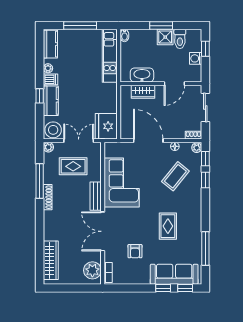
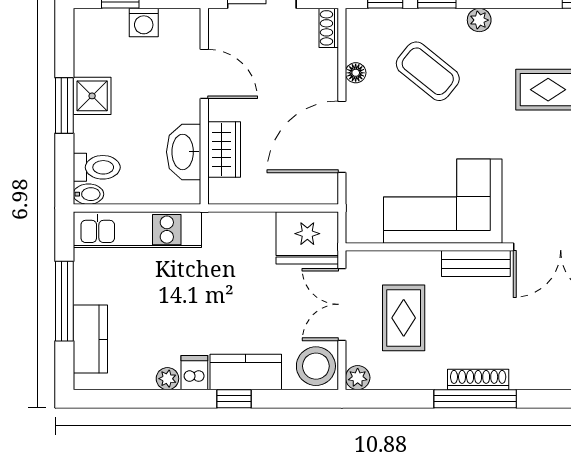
toilet: (180, 39) -> (97, 167), moved
kitchen counter: (50, 44) -> (90, 339), moved, turned 90
plant: (197, 148) -> (479, 20), moved
window: (40, 181) -> (475, 399), moved

